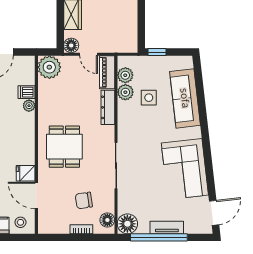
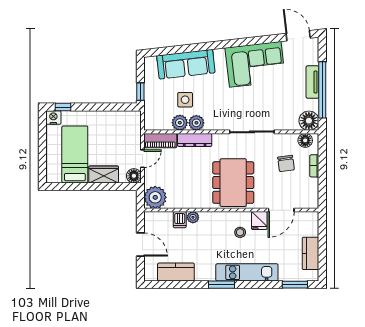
plant: (125, 75) -> (196, 123), moved
dining table: (64, 147) -> (233, 183), width x1.38
stool: (20, 222) -> (240, 232), moved

